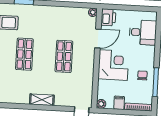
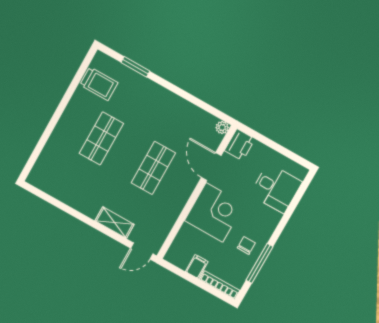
door: (98, 39) -> (211, 166), swing flipped
shelving: (42, 100) -> (115, 223), moved
plant: (101, 104) -> (172, 256), removed

